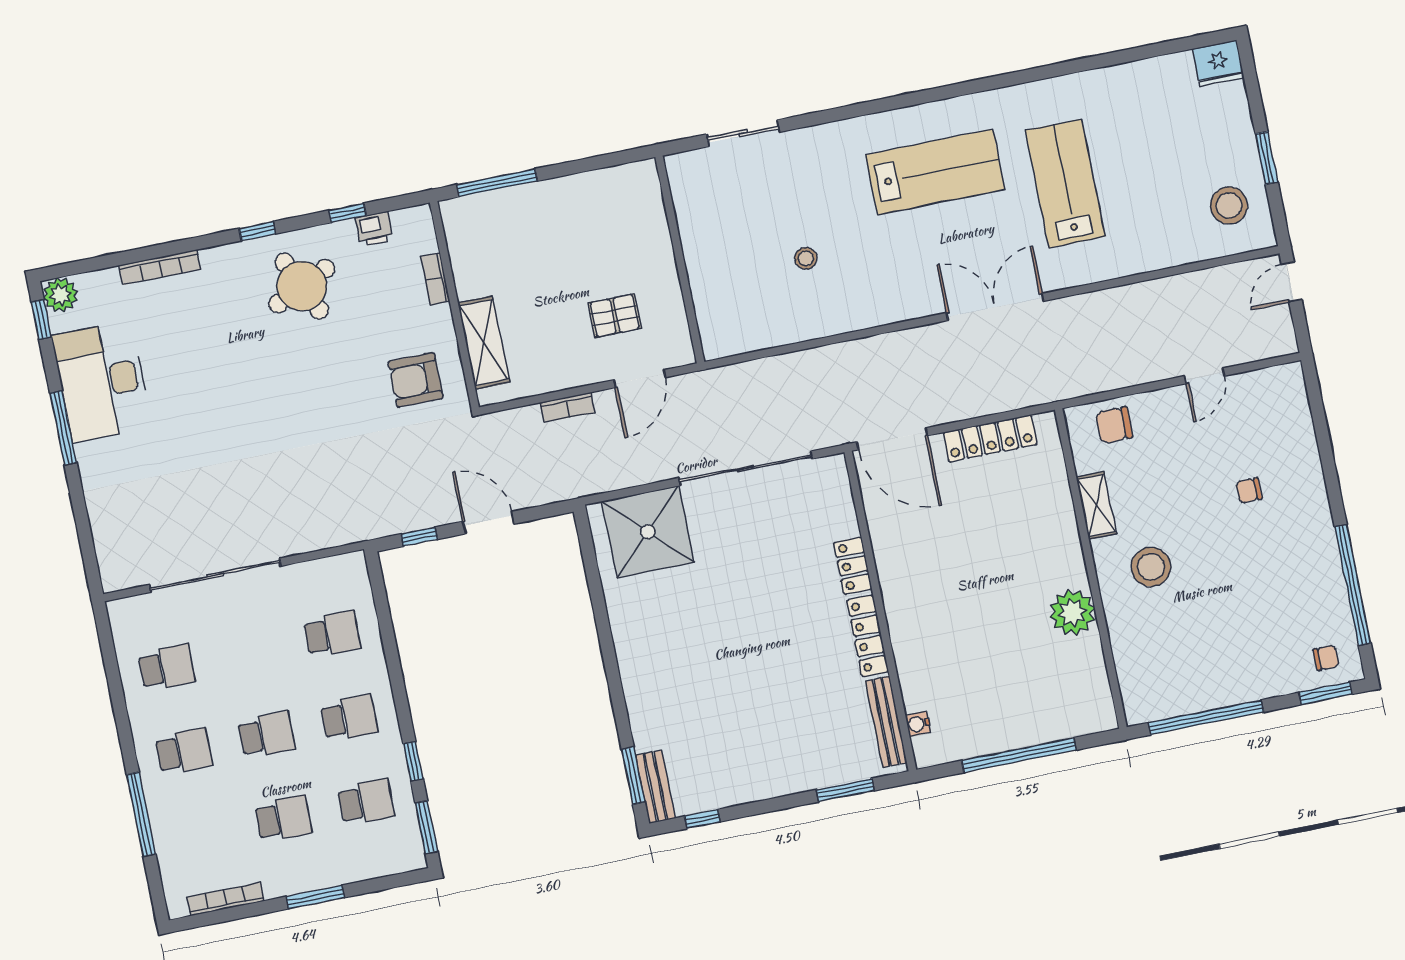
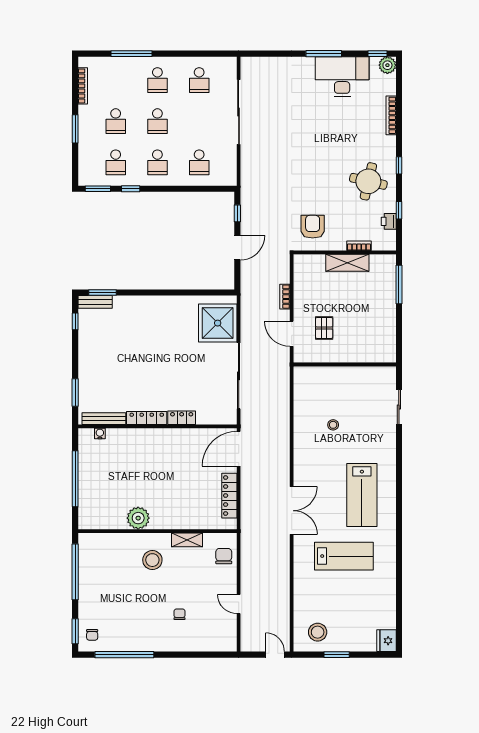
round table: (302, 286) -> (368, 181), turned 38
shelving: (484, 343) -> (347, 263), moved

